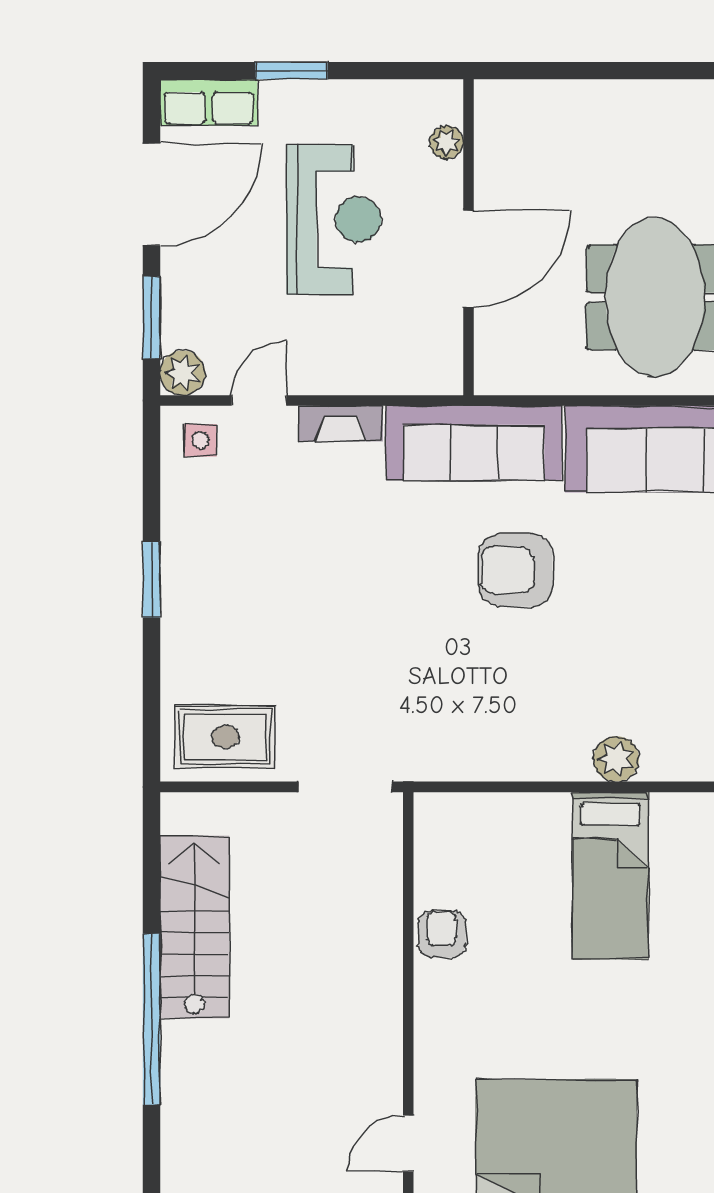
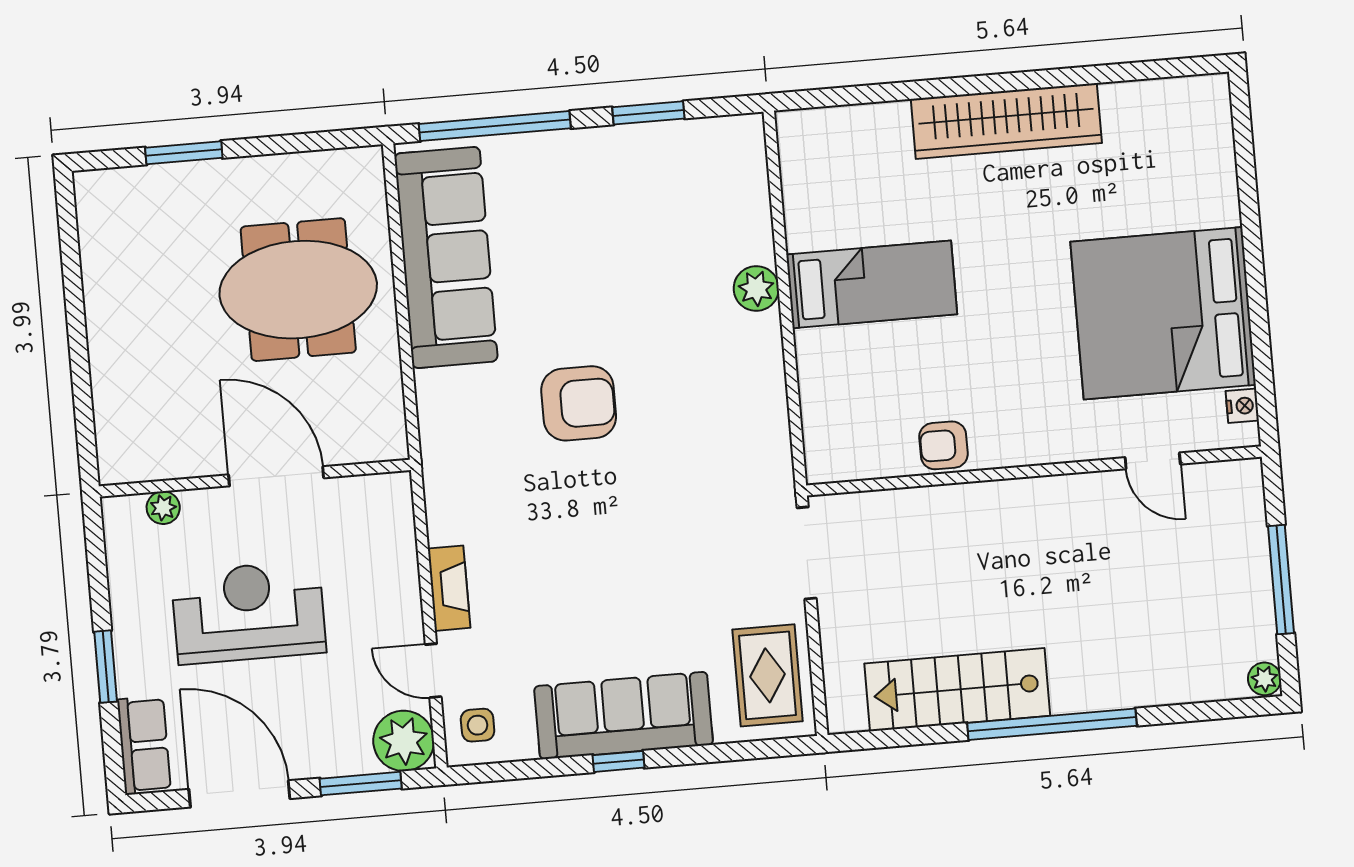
plant: (183, 373) -> (404, 741), width x1.36, depth x1.36
sofa: (474, 443) -> (624, 715), moved, turned -90
armchair: (516, 570) -> (579, 403), turned -90
window: (152, 579) -> (619, 761), width x0.67

